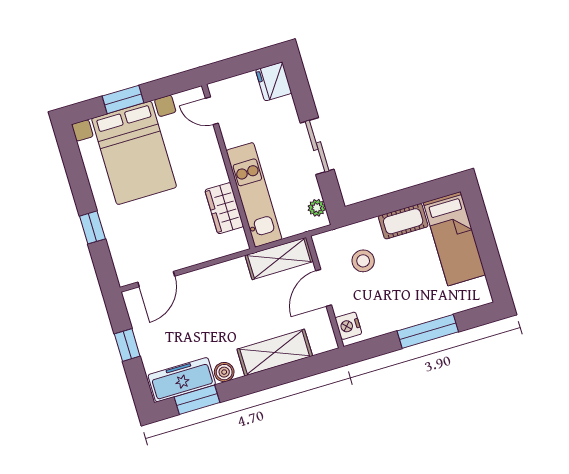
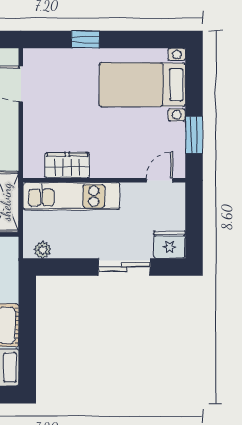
window: (123, 99) -> (194, 135), moved
sliding door: (317, 146) -> (124, 267), moved
bed with nightstands: (134, 153) -> (142, 85), width x0.73

